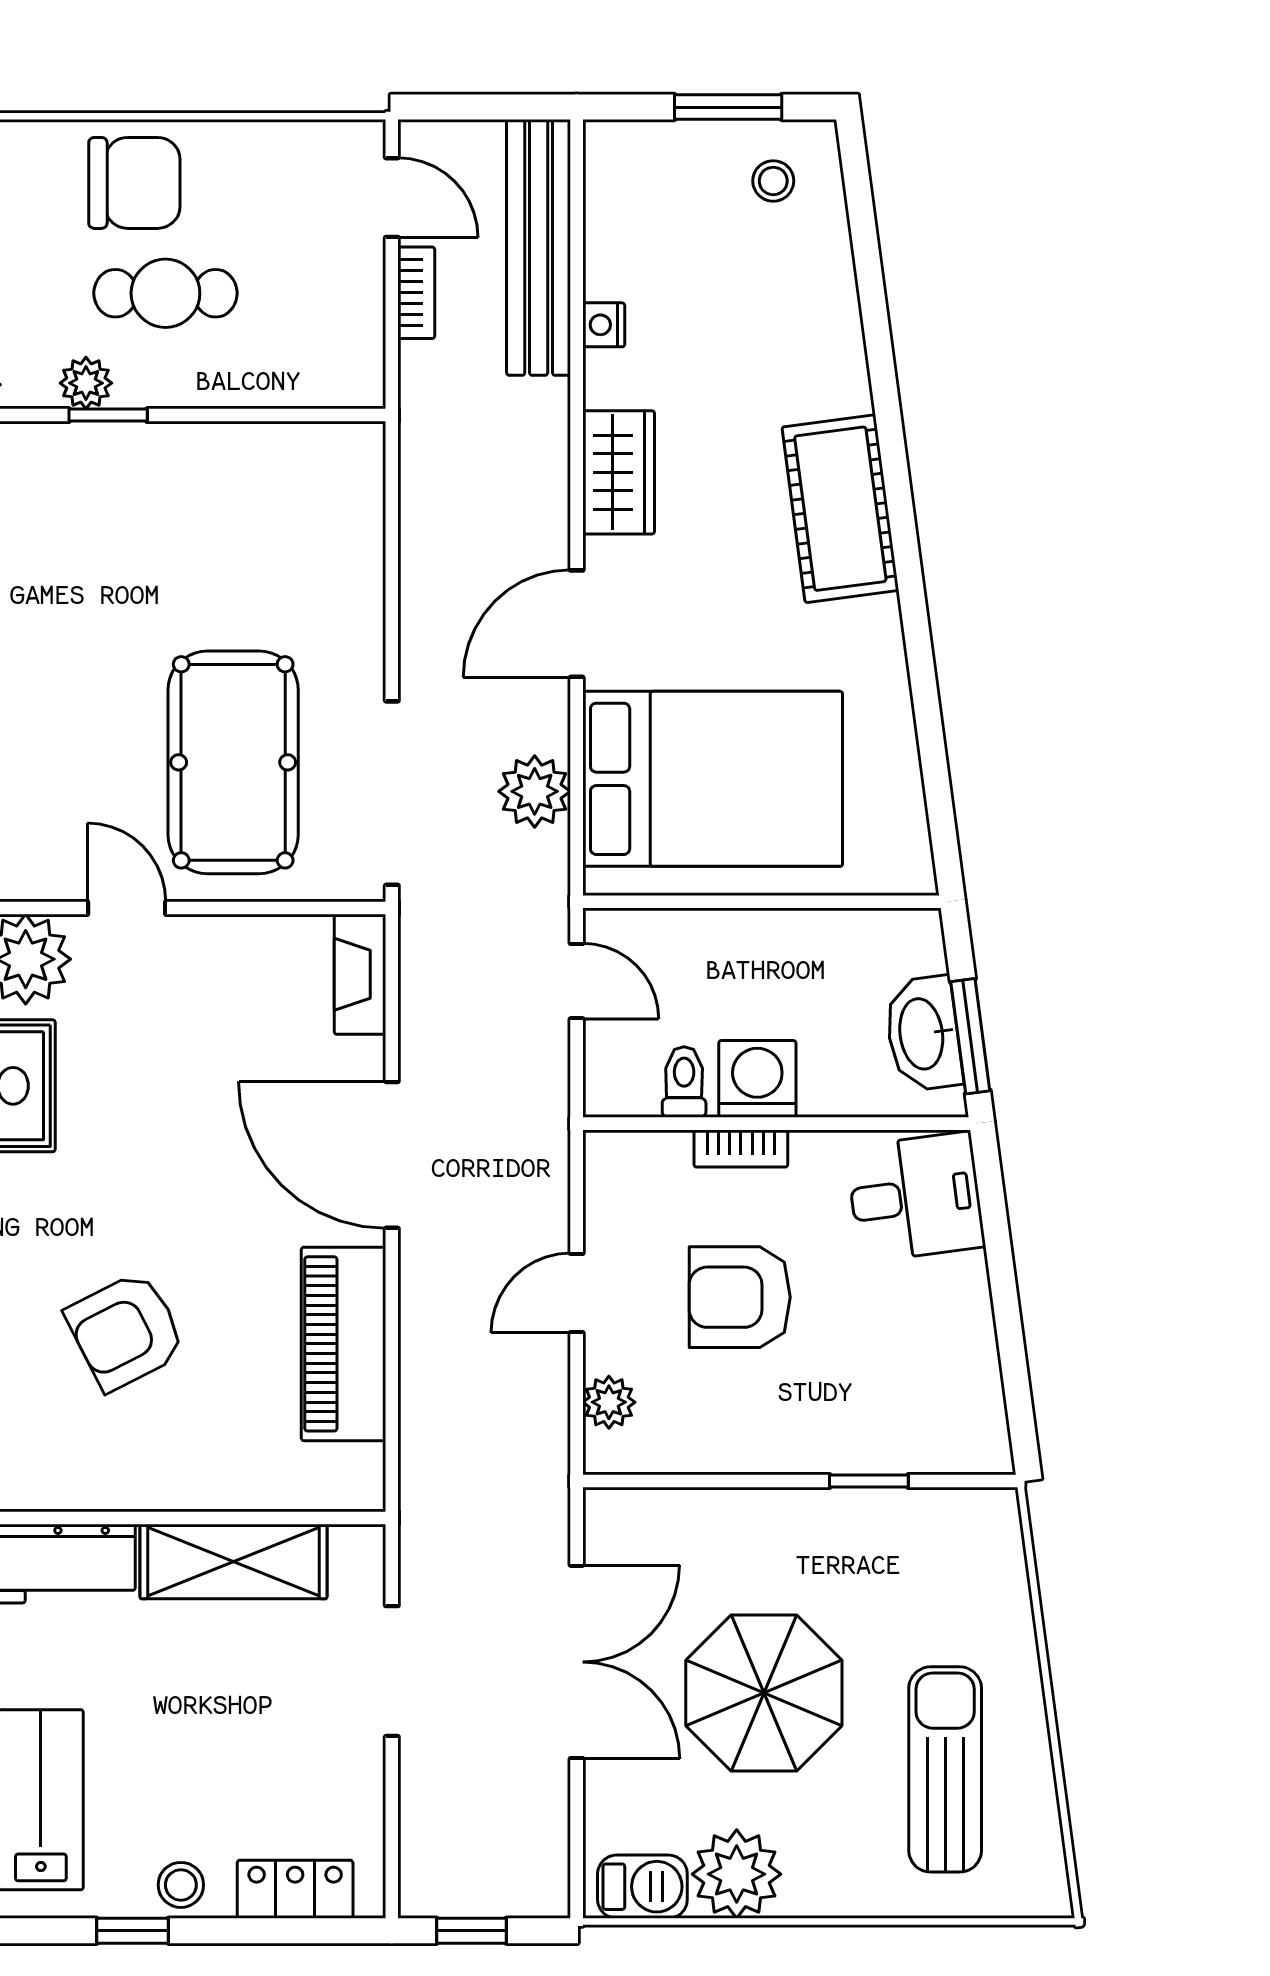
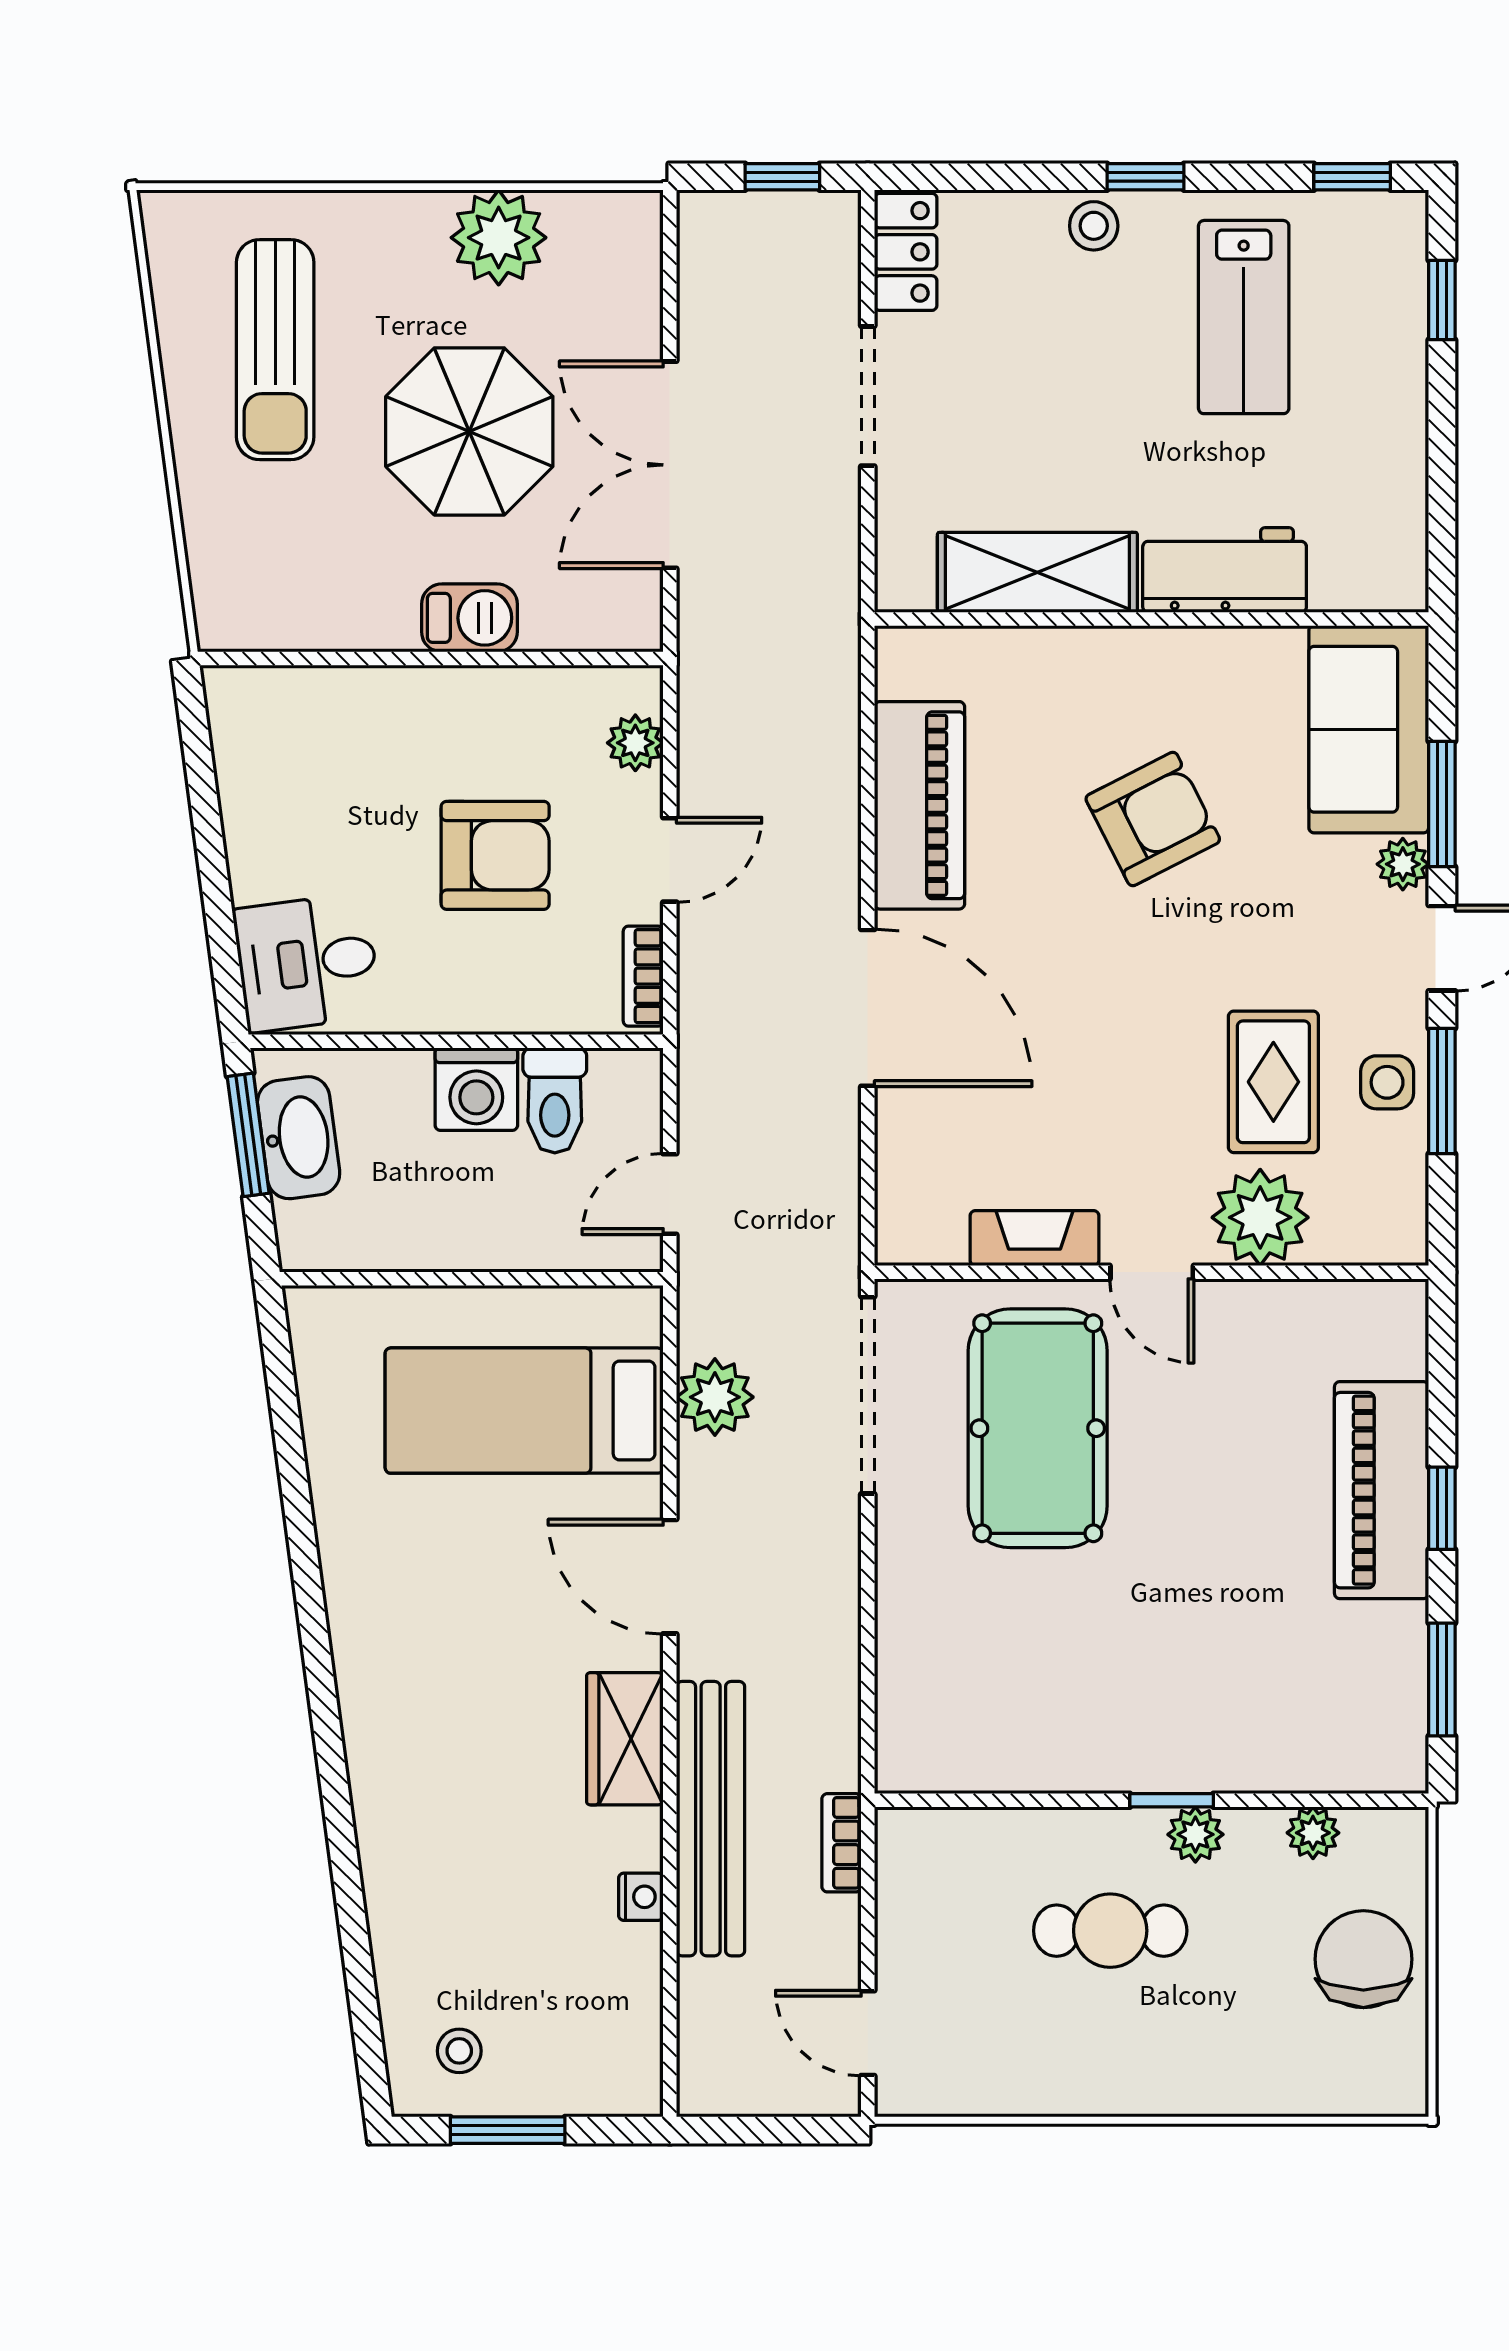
chair: (134, 183) -> (1144, 2049), removed
bench: (539, 247) -> (711, 1819), moved
bookcase: (416, 293) -> (842, 1843), moved
cot: (840, 509) -> (387, 1700), removed
door: (577, 624) -> (670, 1577), swing flipped
bed: (713, 779) -> (524, 1411), width x0.67
fireplace: (360, 974) -> (1035, 1238), moved, turned -90
door: (577, 981) -> (670, 1194), hinge flipped
toilet: (684, 1082) -> (555, 1100), width x1.37, depth x1.39
bookcase: (741, 1148) -> (643, 976), moved, turned -90
window: (869, 1481) -> (357, 659), removed
doorway: (392, 1671) -> (868, 396), moved
barbecue: (642, 1887) -> (469, 618), moved, turned 180
locker: (295, 1889) -> (906, 252), moved, turned -90

